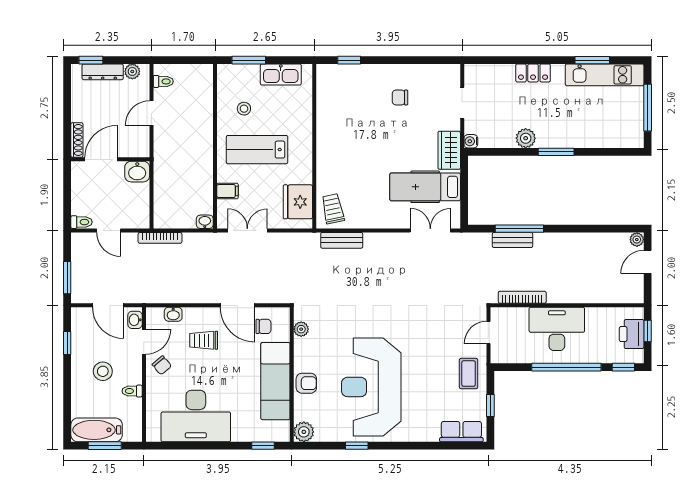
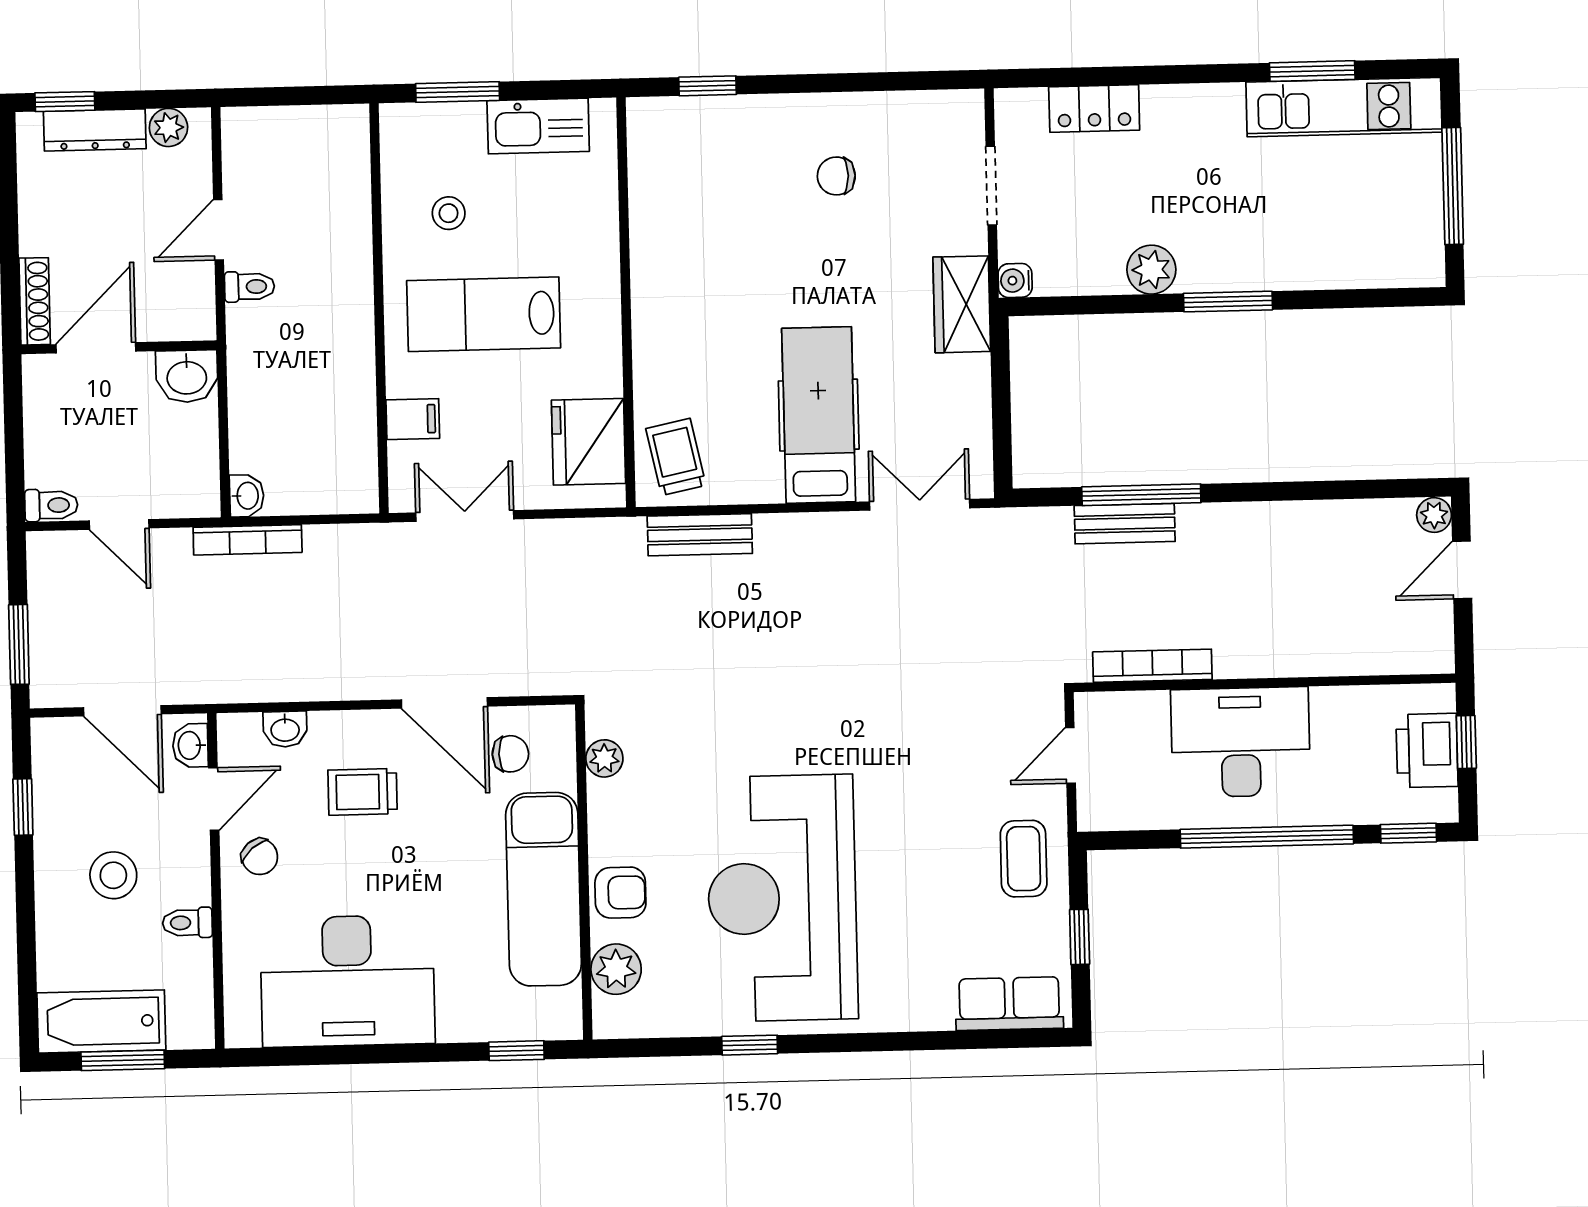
locker: (533, 73) -> (1094, 108), moved
toilet: (163, 81) -> (249, 287), moved
hospital bed: (425, 187) -> (819, 415), moved, turned 90
washbasin: (205, 222) -> (247, 496), moved, turned 90
plant: (304, 432) -> (616, 969), moved

